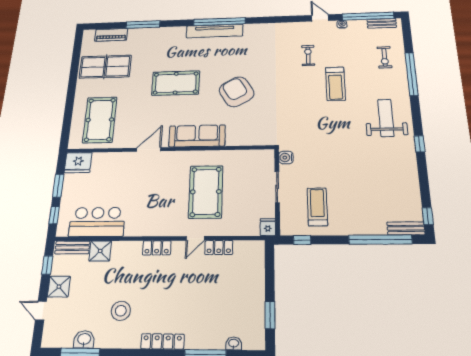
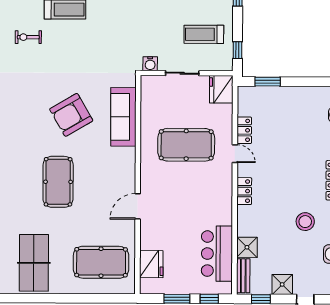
sofa: (197, 136) -> (123, 117), moved
door: (149, 149) -> (138, 206), hinge flipped
fridge: (78, 163) -> (151, 264), moved
fridge: (268, 227) -> (221, 89), width x1.88, depth x1.34
window: (270, 315) -> (268, 82), moved

